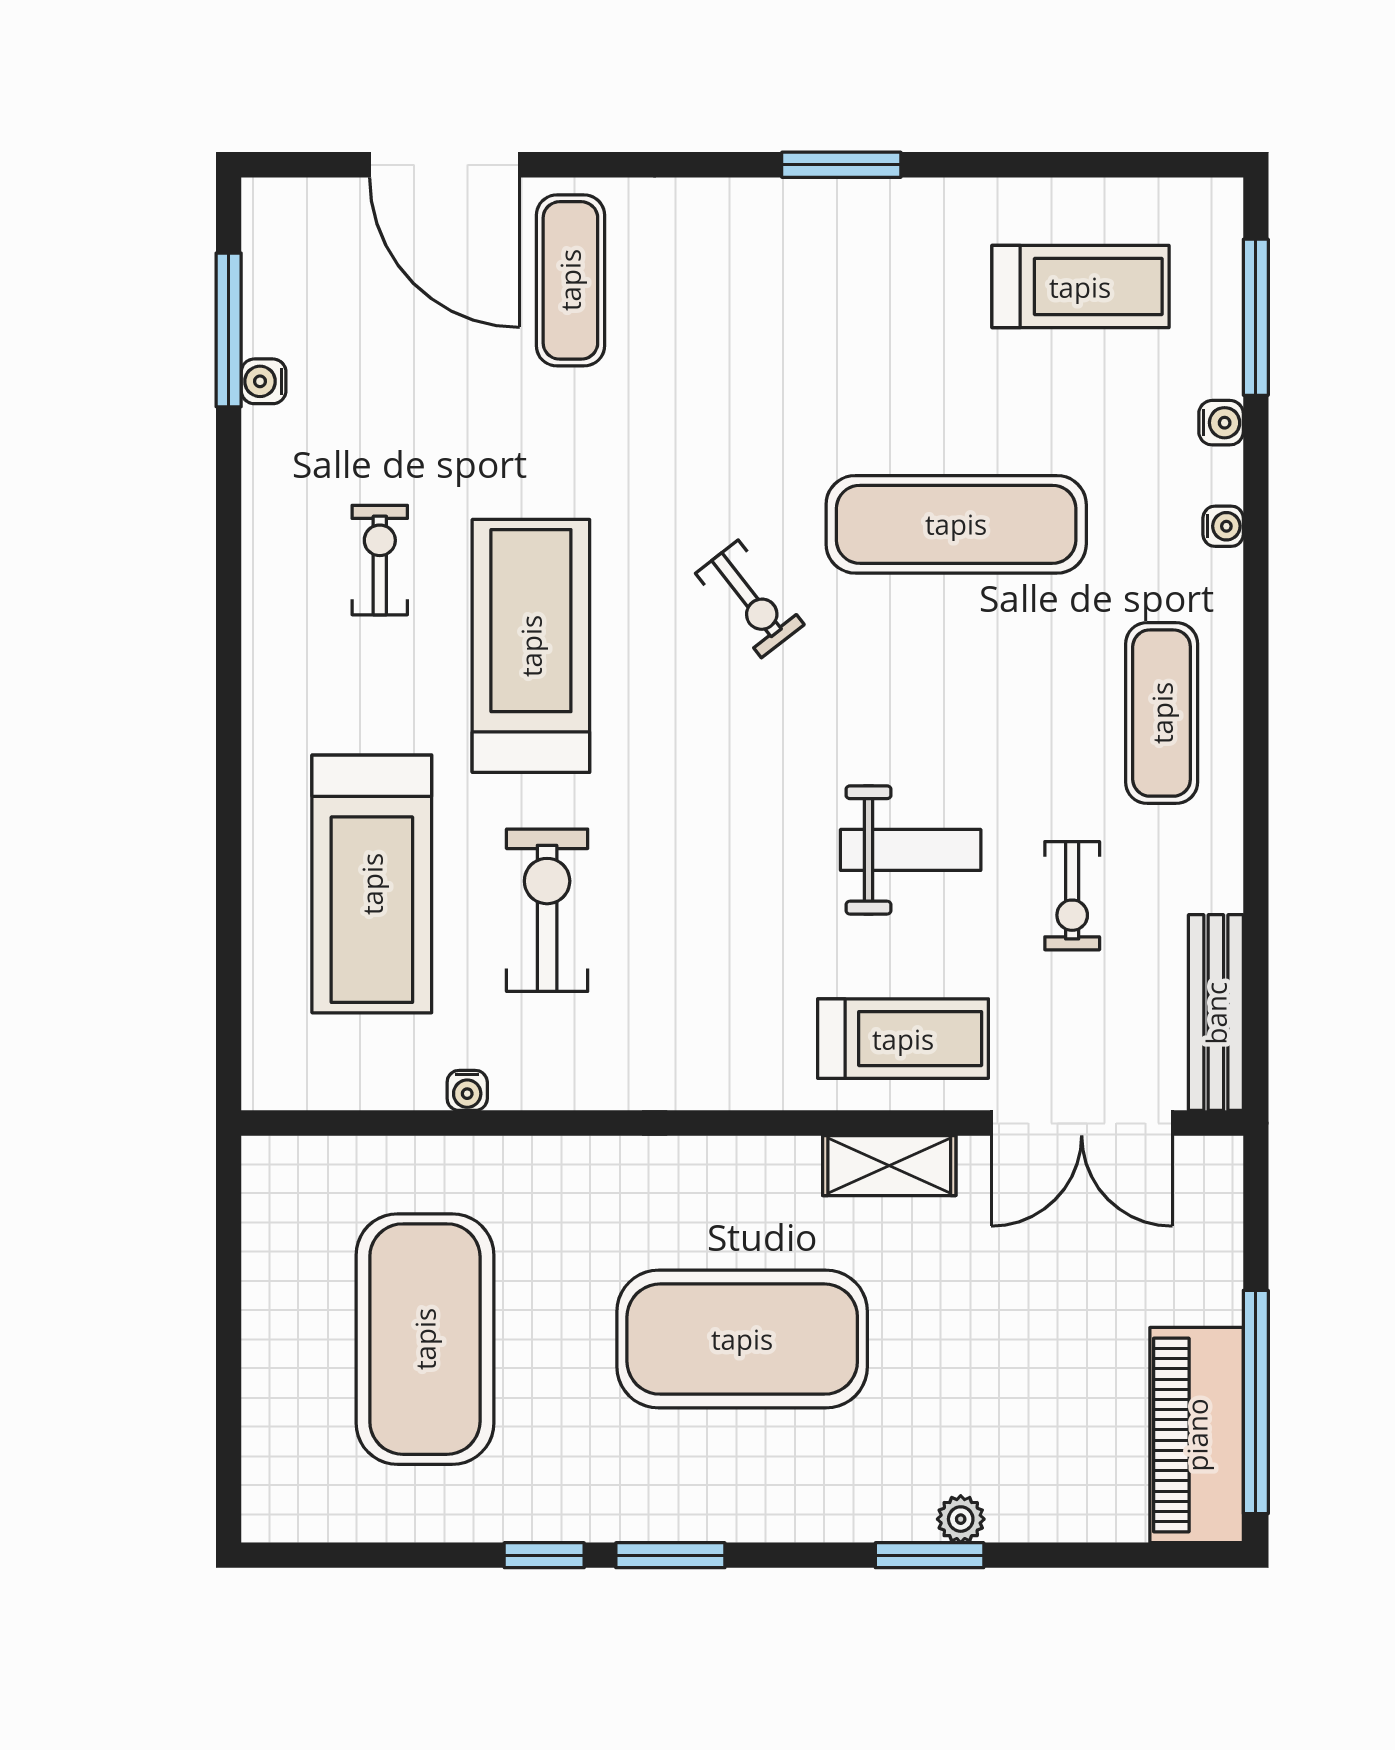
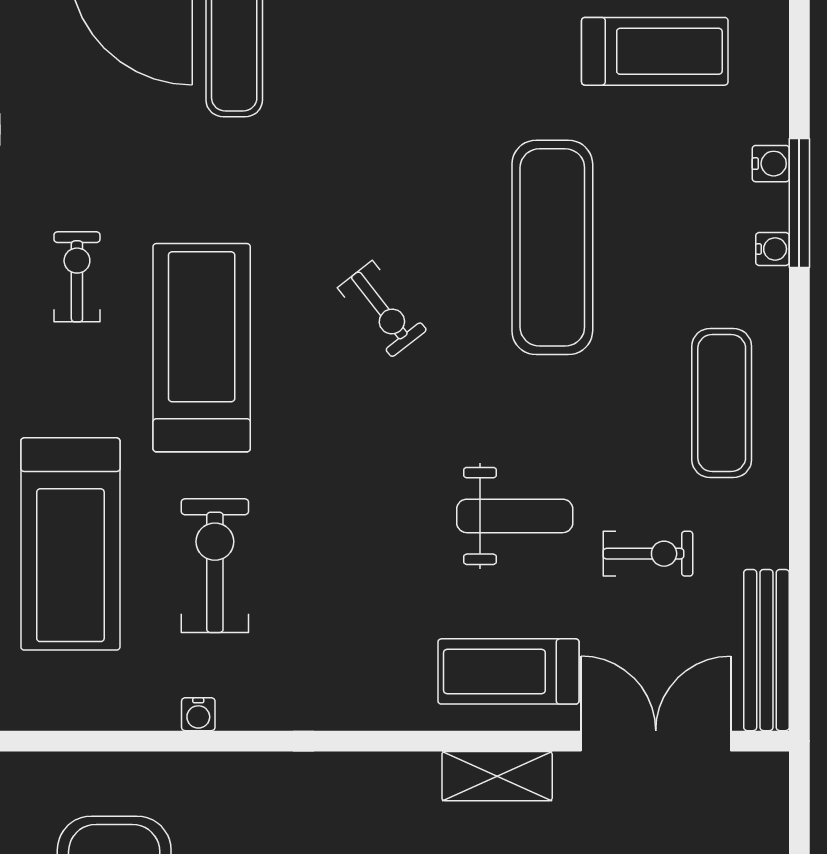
window: (1256, 317) -> (799, 203), moved
exercise mat: (956, 524) -> (552, 247), turned 90
exercise bike: (1072, 896) -> (648, 554), turned -90
treadmill: (903, 1039) -> (508, 671), turned 180
water cooler: (467, 1090) -> (198, 714), moved
double door: (1082, 1123) -> (656, 741), swing flipped

